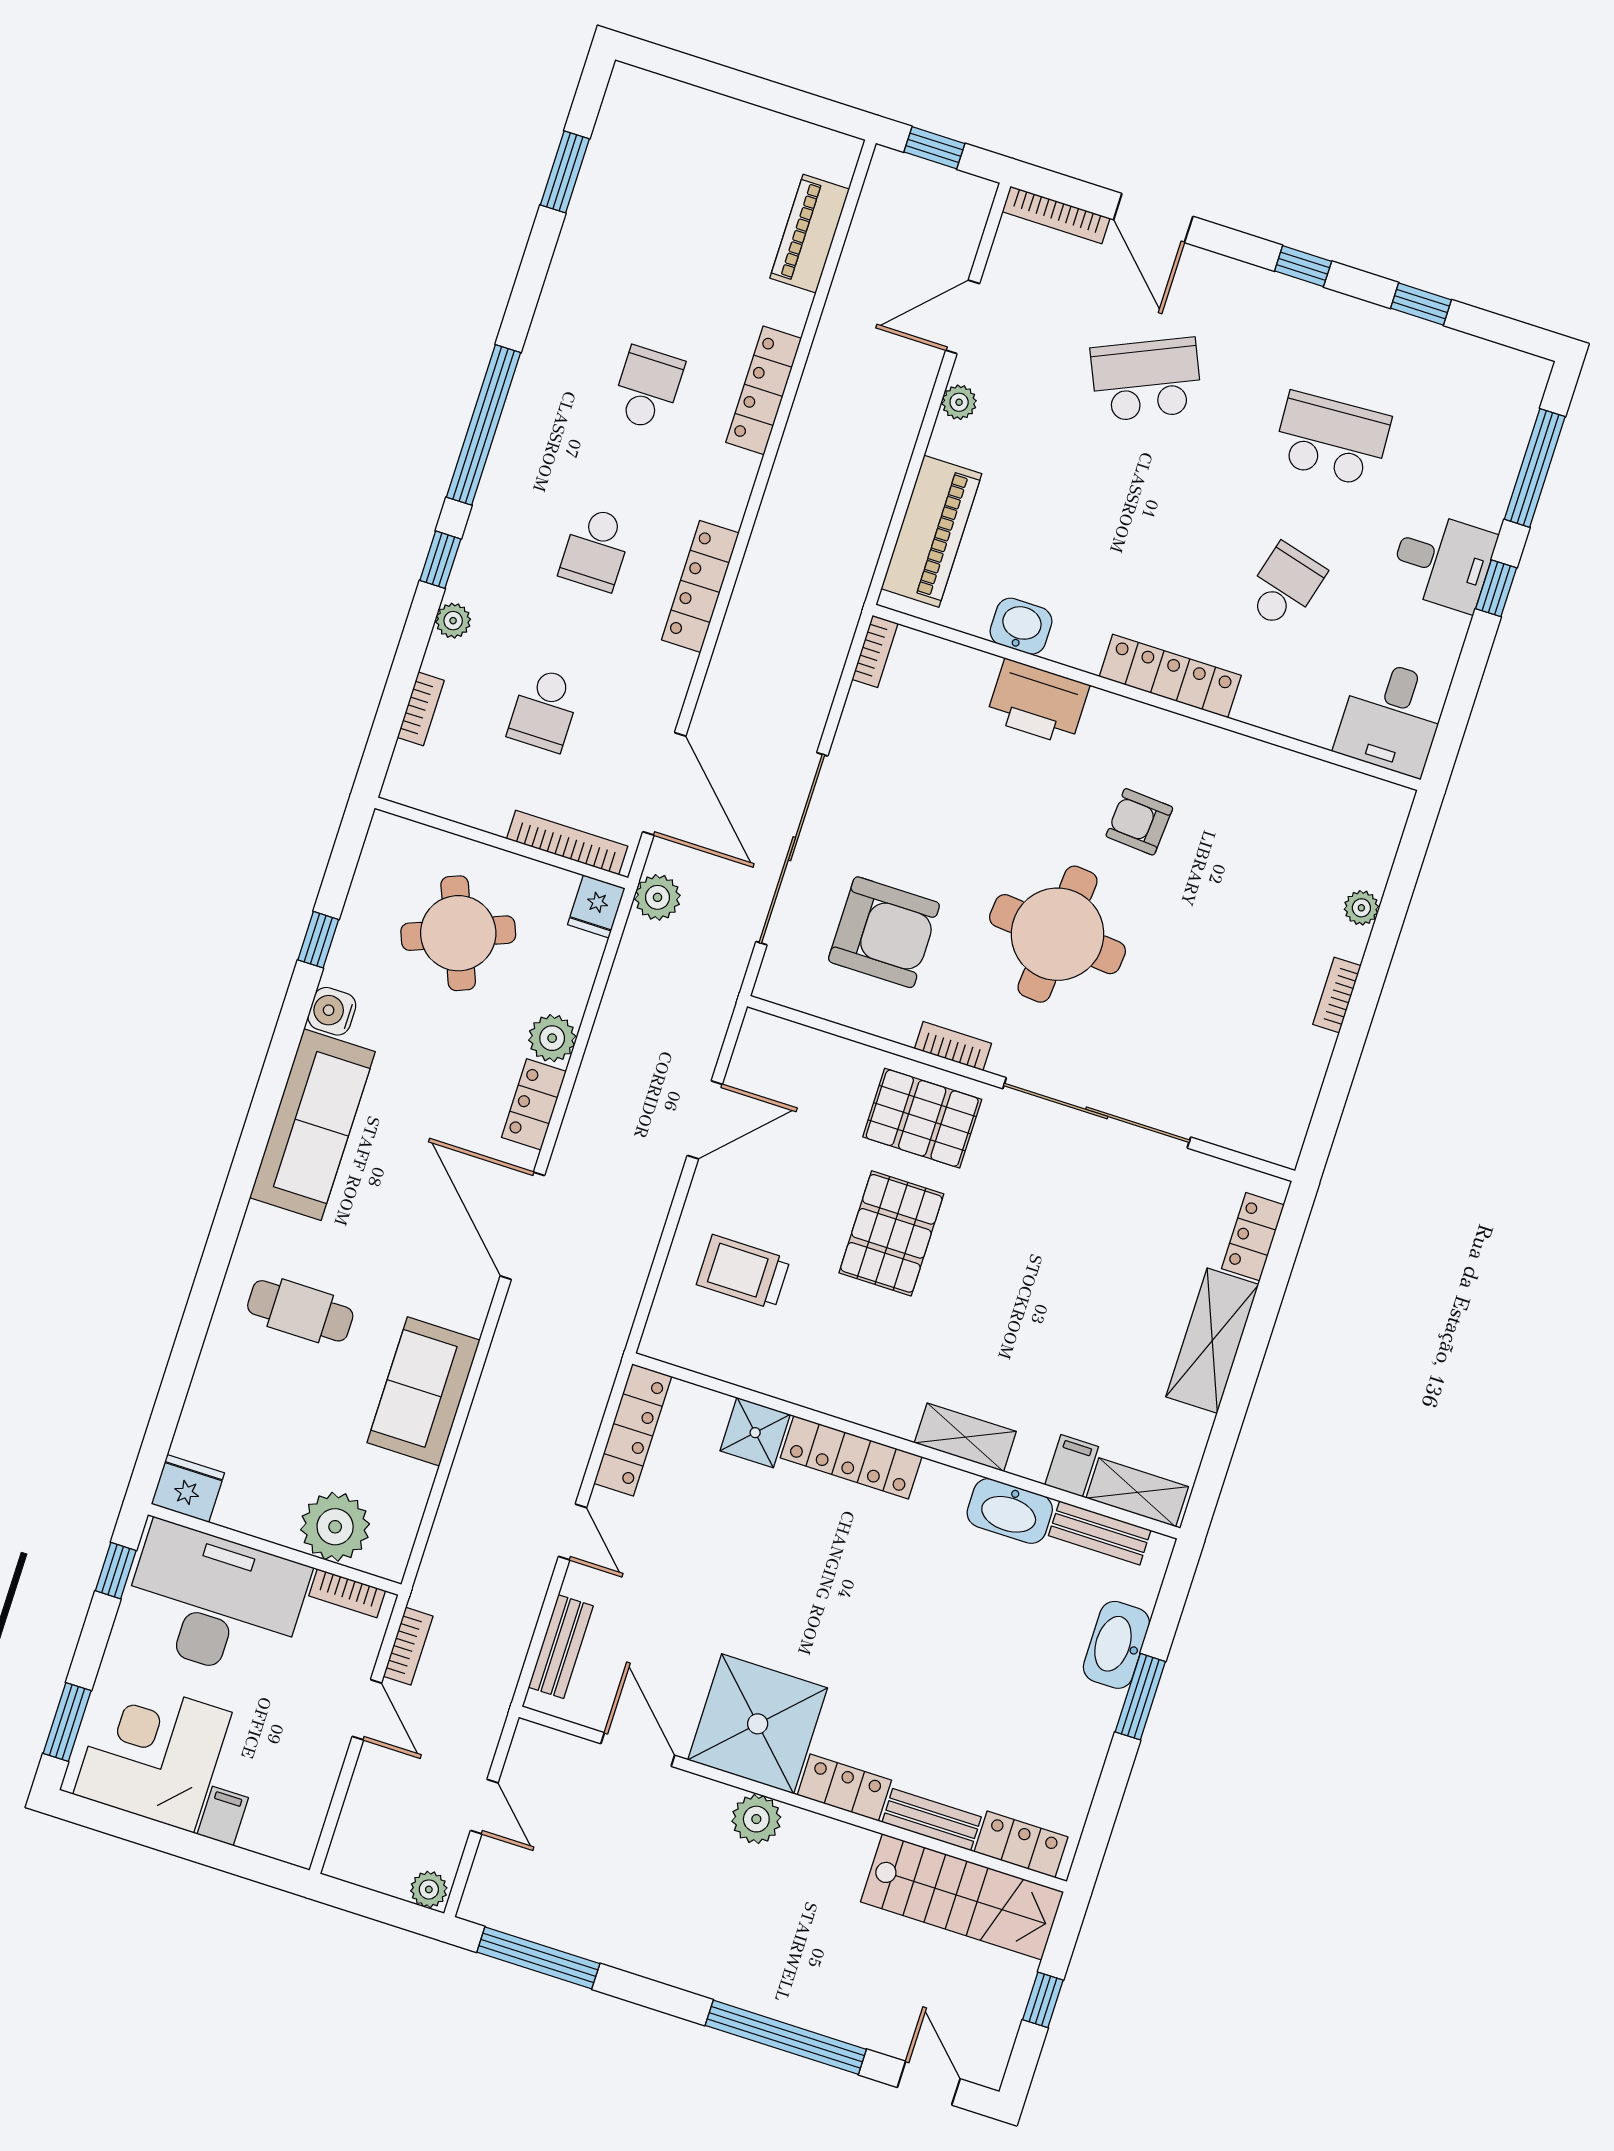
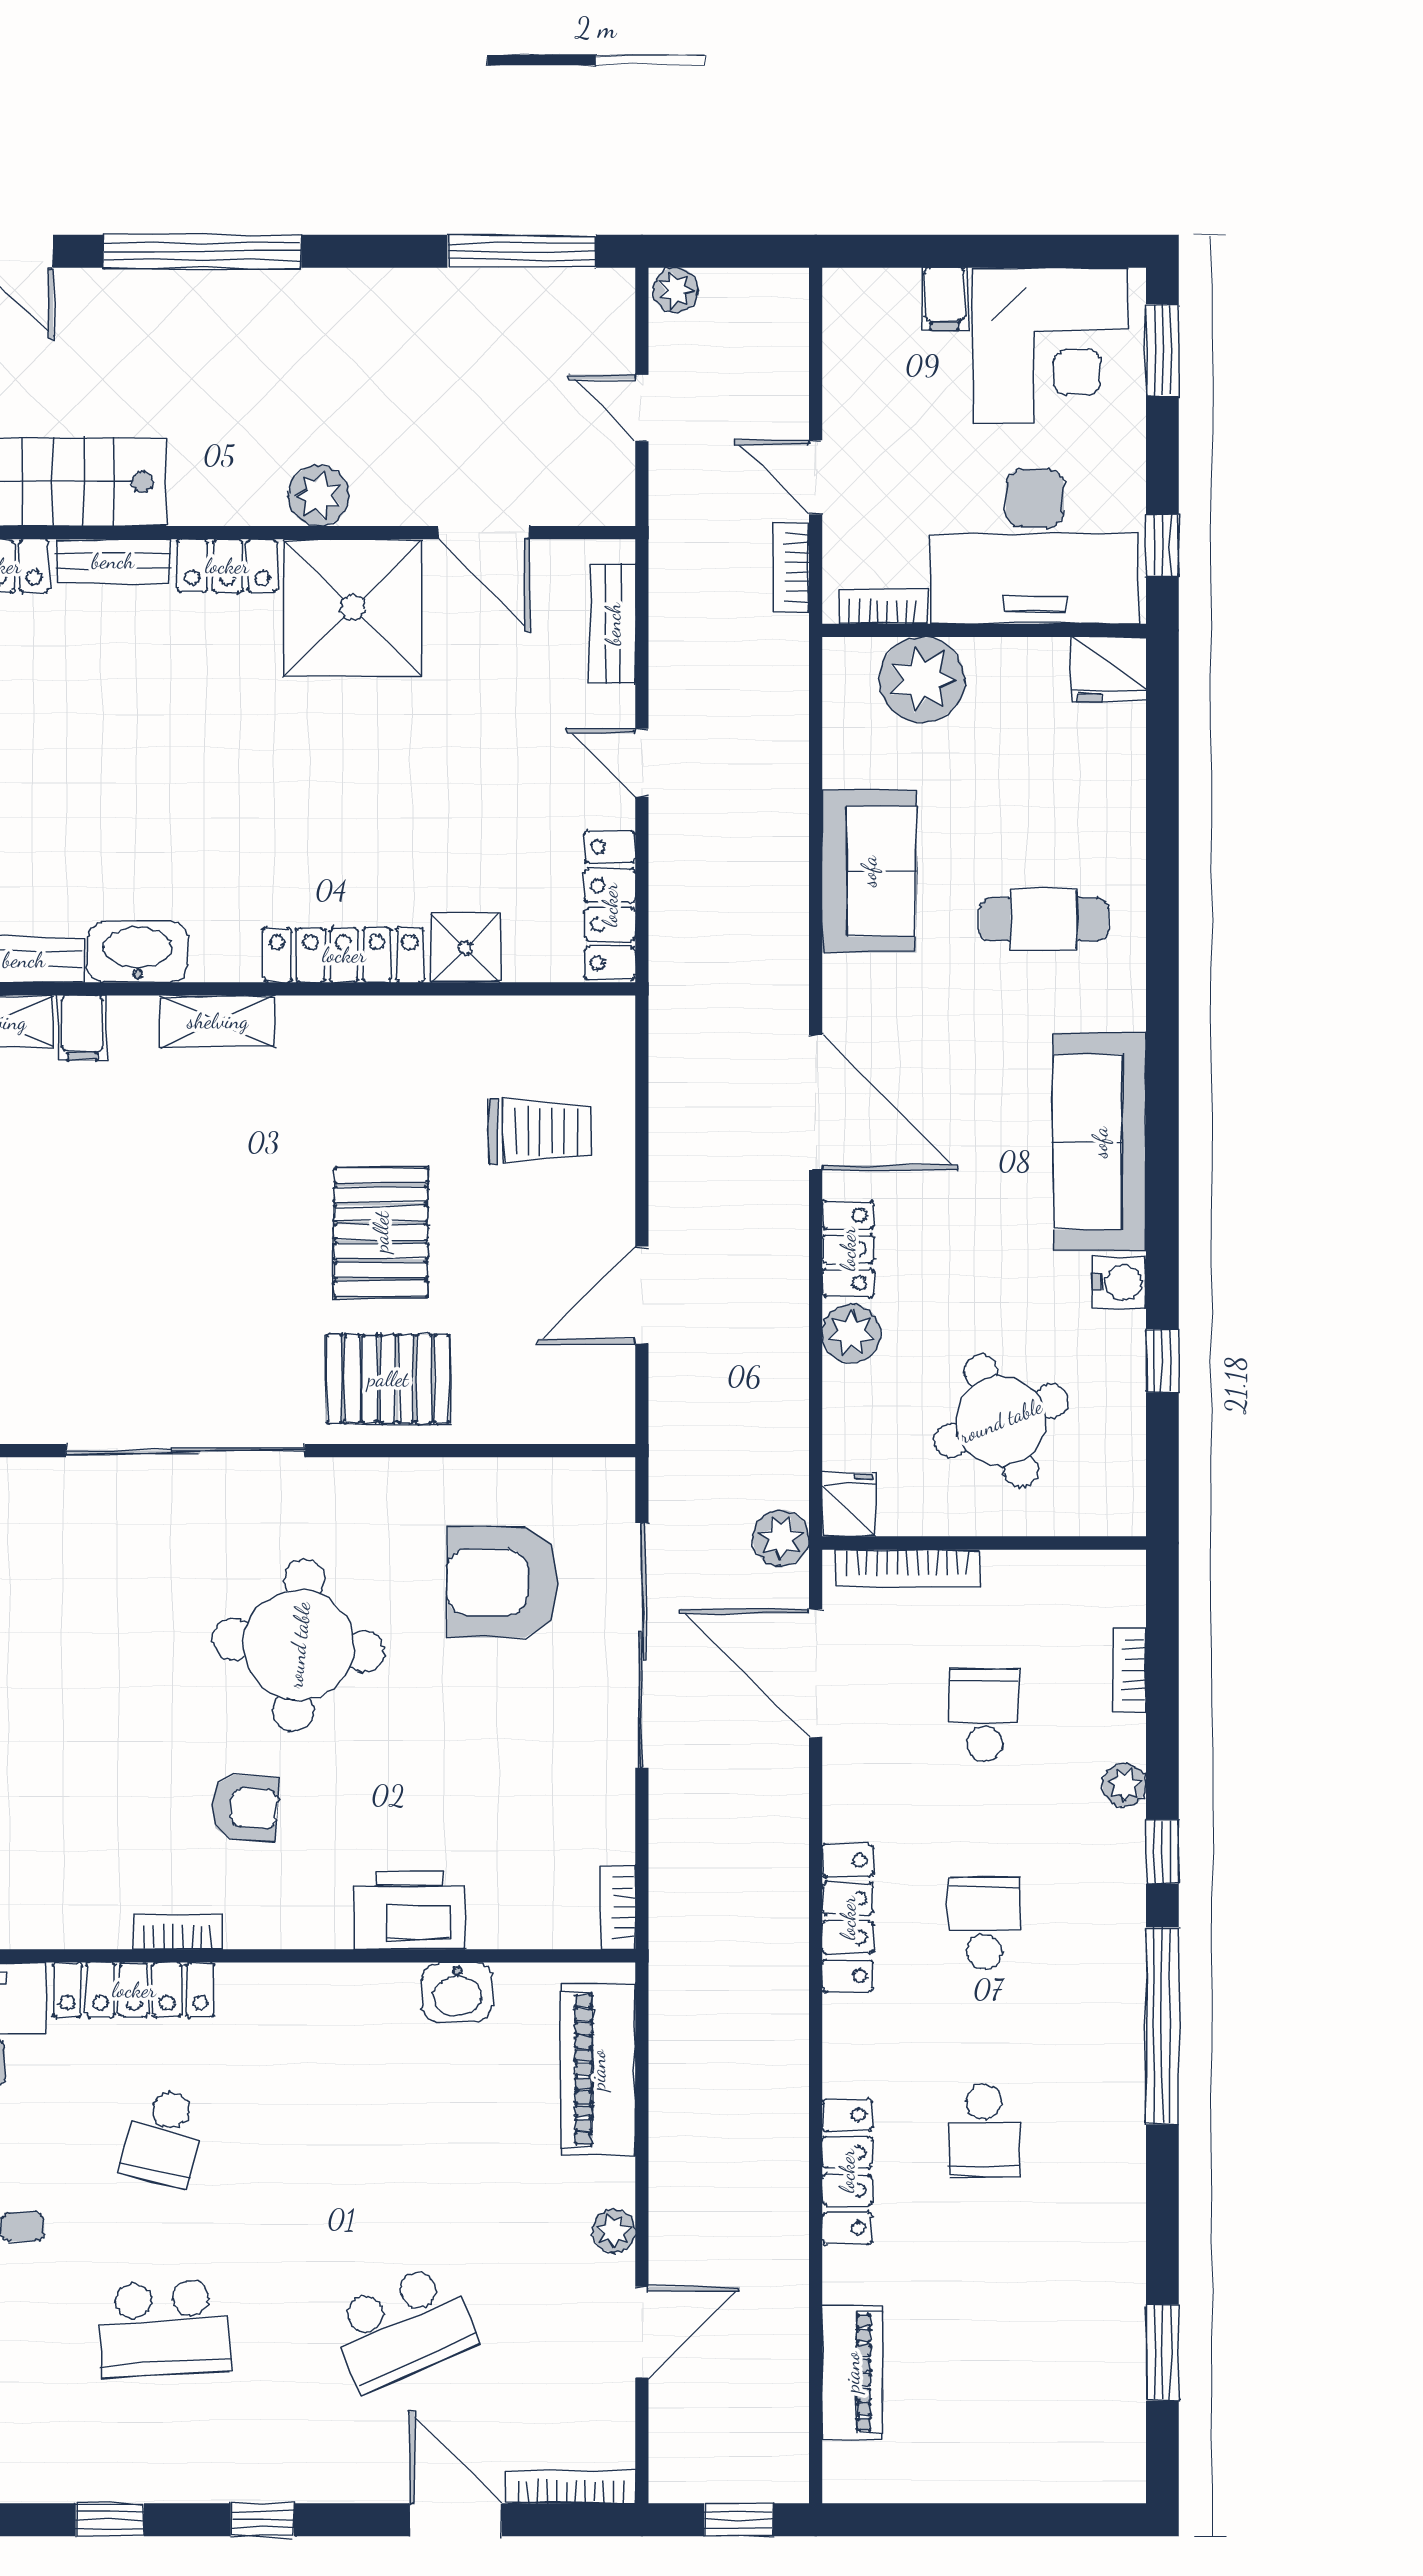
locker: (1170, 676) -> (134, 1990), moved
bookcase: (953, 1046) -> (178, 1932), moved, turned 180

